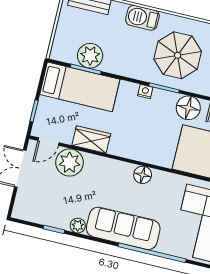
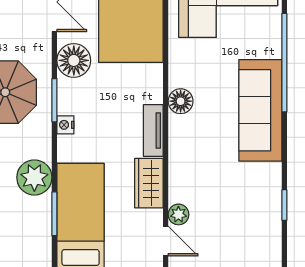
plant: (90, 56) -> (34, 177), moved
tv unit: (127, 151) -> (153, 131), added
plant: (70, 162) -> (178, 214), width x0.53, depth x0.53
plant: (78, 226) -> (271, 174), removed

